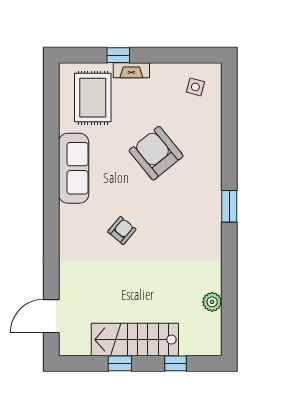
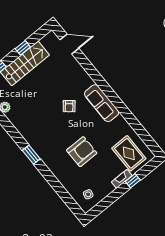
armchair: (156, 153) -> (82, 152), turned -51
sofa: (74, 168) -> (102, 103), moved
door: (51, 316) -> (69, 44), hinge flipped

